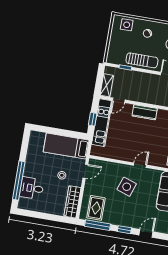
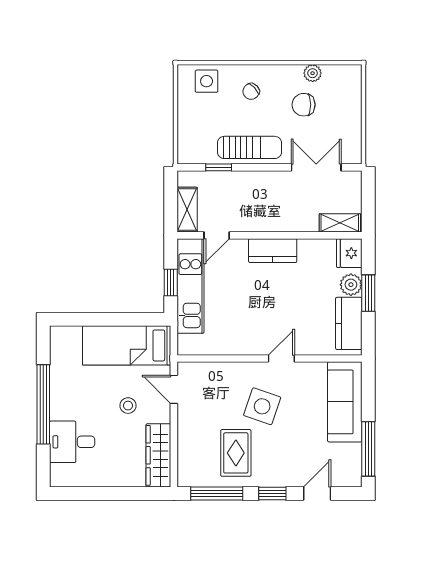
door: (85, 171) -> (174, 389), swing flipped
window: (19, 181) -> (43, 404), moved
rug: (96, 208) -> (236, 453), moved

